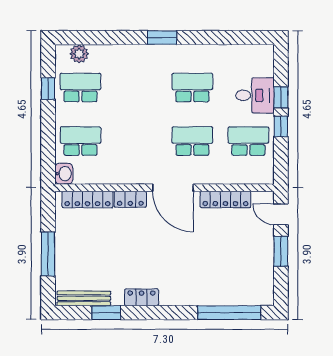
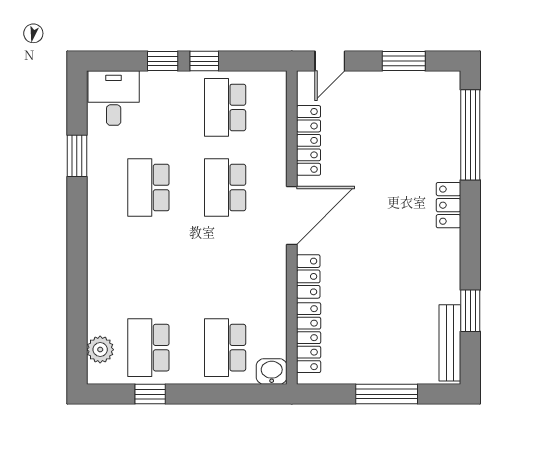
window: (162, 38) -> (77, 156), moved
desk: (255, 95) -> (114, 98), moved
window: (281, 251) -> (404, 61), moved
locker: (141, 297) -> (448, 205), moved

